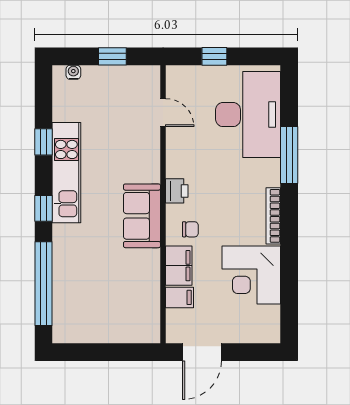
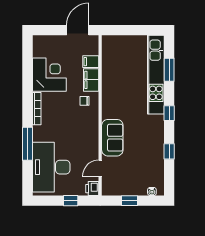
door: (163, 113) -> (100, 168), hinge flipped
kitchen unit: (66, 173) -> (156, 75), moved, width x1.36
printer: (177, 191) -> (92, 189), moved
sofa: (142, 216) -> (112, 138), moved
window: (44, 284) -> (169, 70), width x0.47

